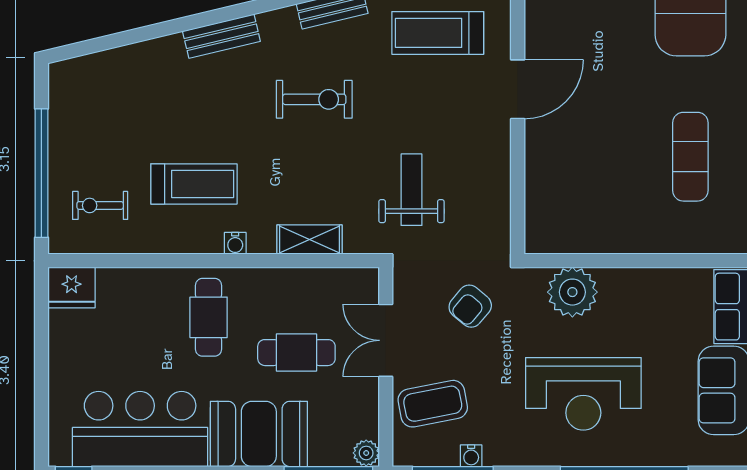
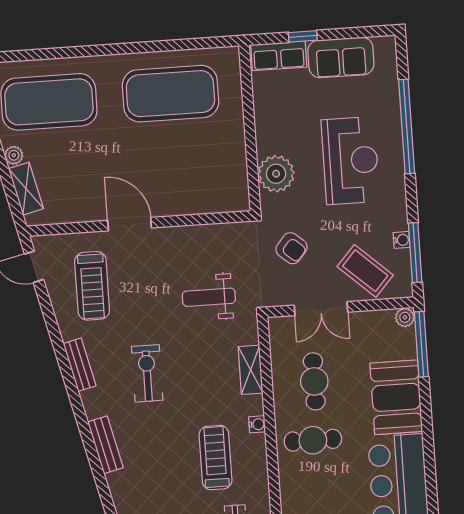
exercise mat: (690, 157) -> (170, 94), width x2.00, depth x1.45
cafe table: (296, 353) -> (314, 381), moved
coffee table: (433, 404) -> (365, 271), turned -37

